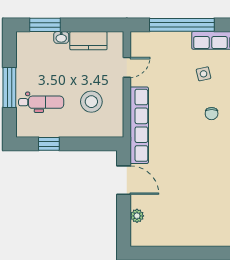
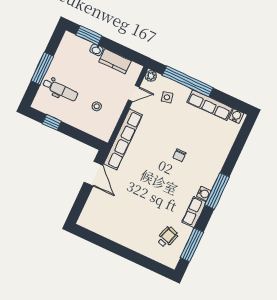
side table: (204, 74) -> (167, 97), moved
stool: (91, 102) -> (97, 106), width x0.53, depth x0.53
plant: (137, 216) -> (151, 76), moved

